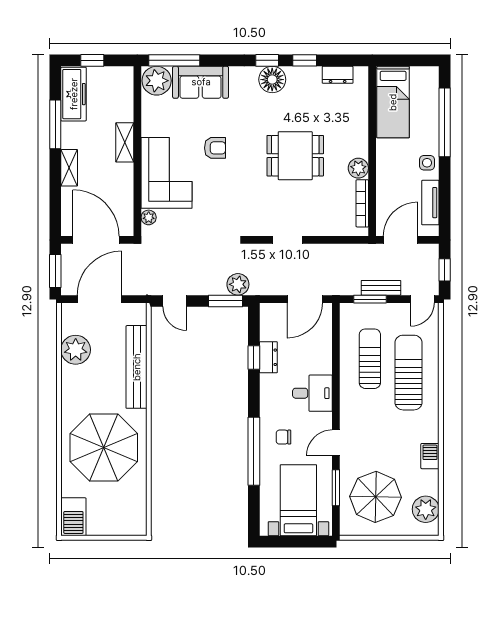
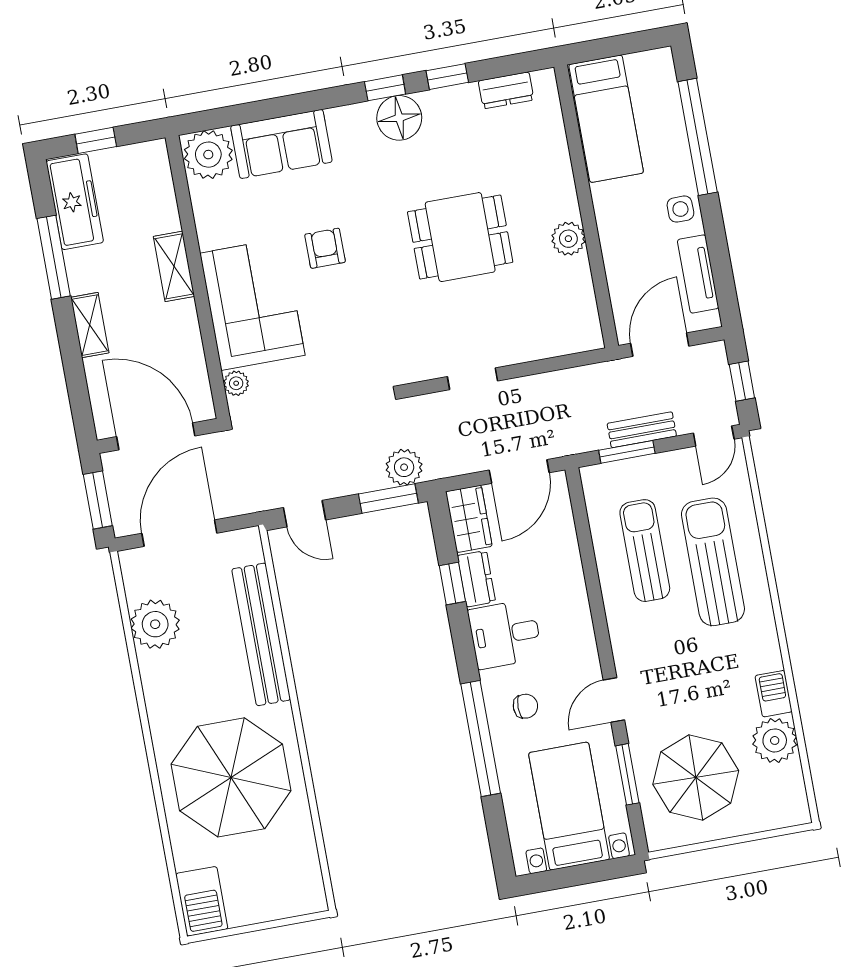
window: (174, 60) -> (231, 116), removed
armchair: (215, 148) -> (325, 248), turned -90
bookcase: (362, 203) -> (586, 296), removed
wardrobe: (270, 321) -> (469, 519), added
desk: (312, 393) -> (505, 634), moved, turned 180
chair: (283, 437) -> (525, 706), turned 180
plant: (426, 509) -> (775, 740), moved

